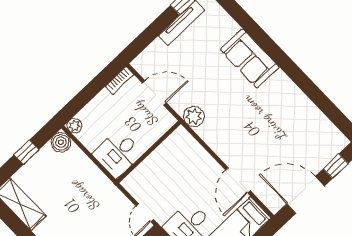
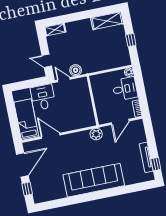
sofa: (250, 58) -> (94, 180), width x1.85, depth x1.27
boiler: (61, 142) -> (76, 70), moved
desk: (118, 153) -> (125, 89), moved, turned 90

